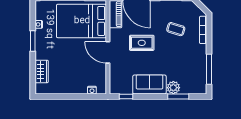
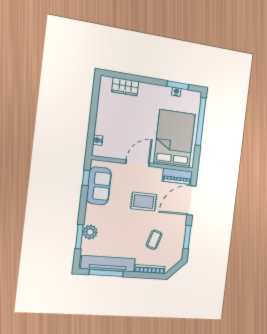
window: (33, 41) -> (178, 85), moved
rug: (142, 43) -> (144, 202), turned 90
tv unit: (200, 68) -> (108, 264), added
sofa: (149, 85) -> (99, 186), moved

